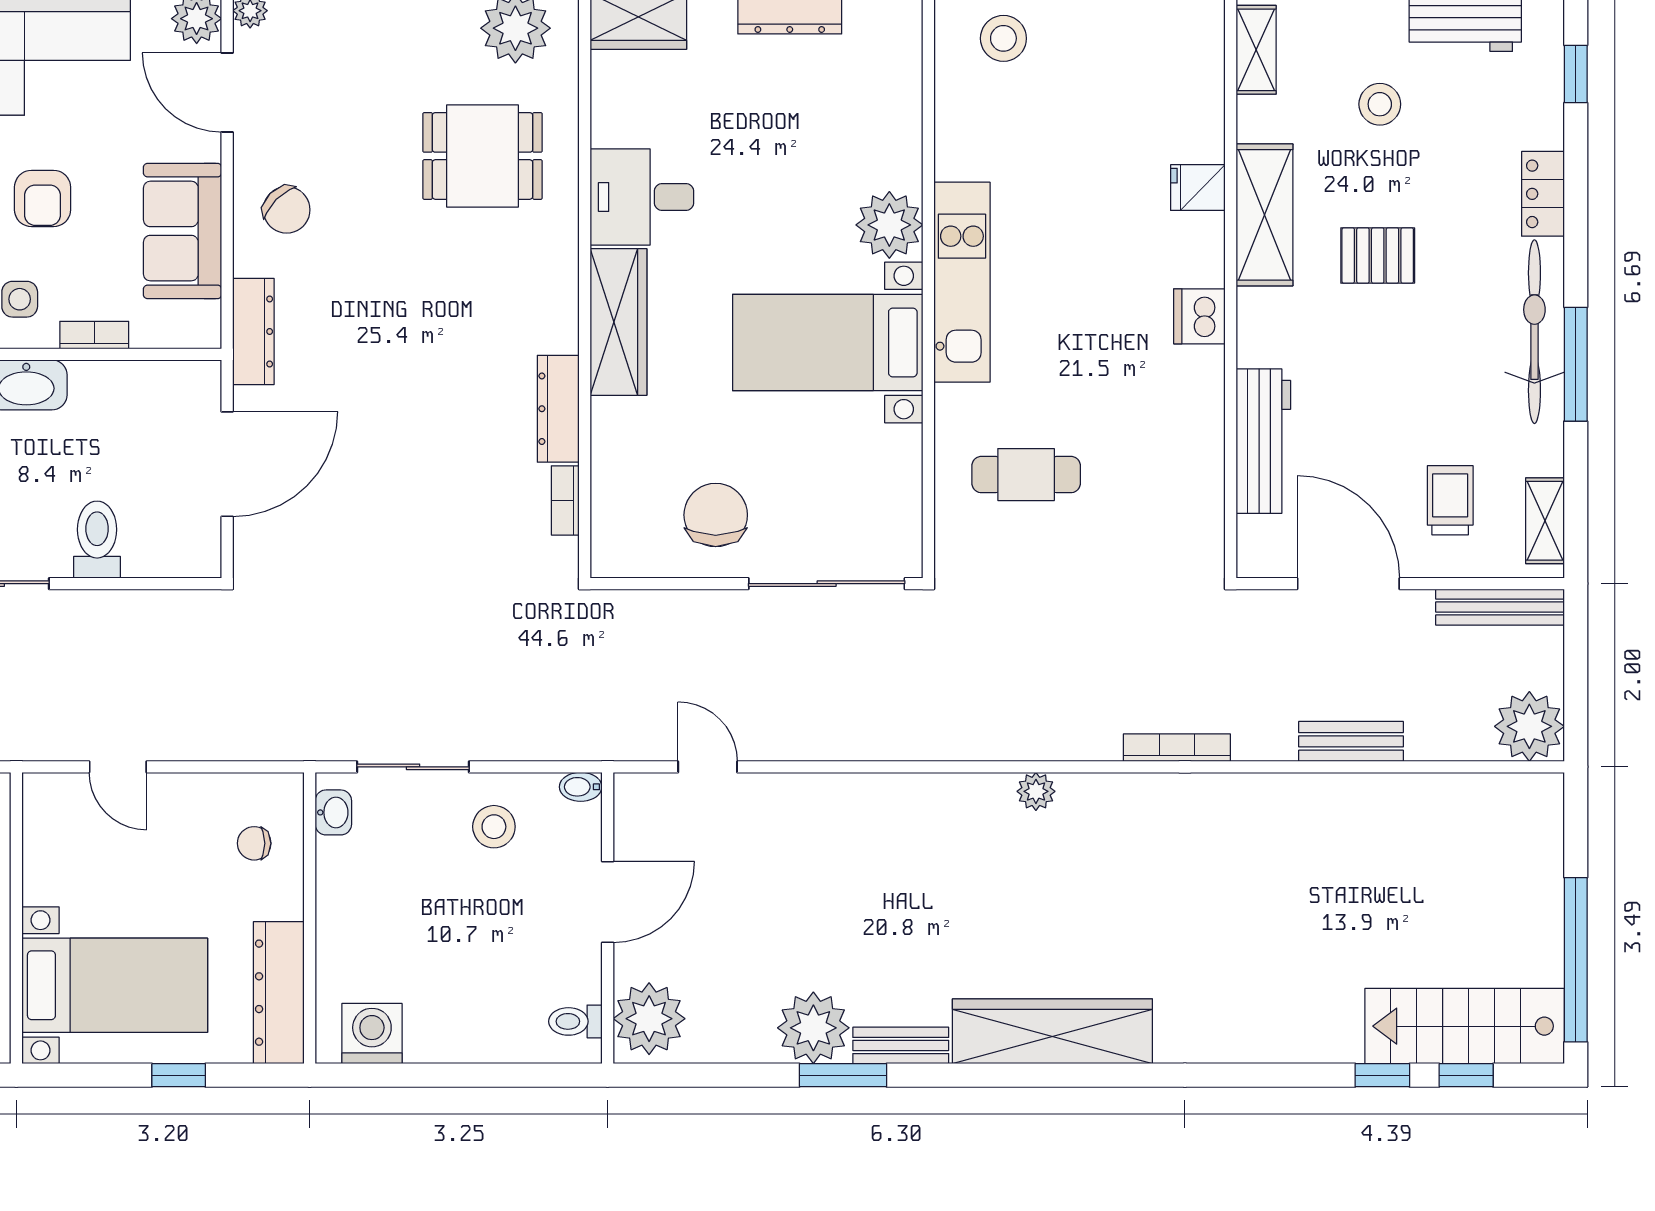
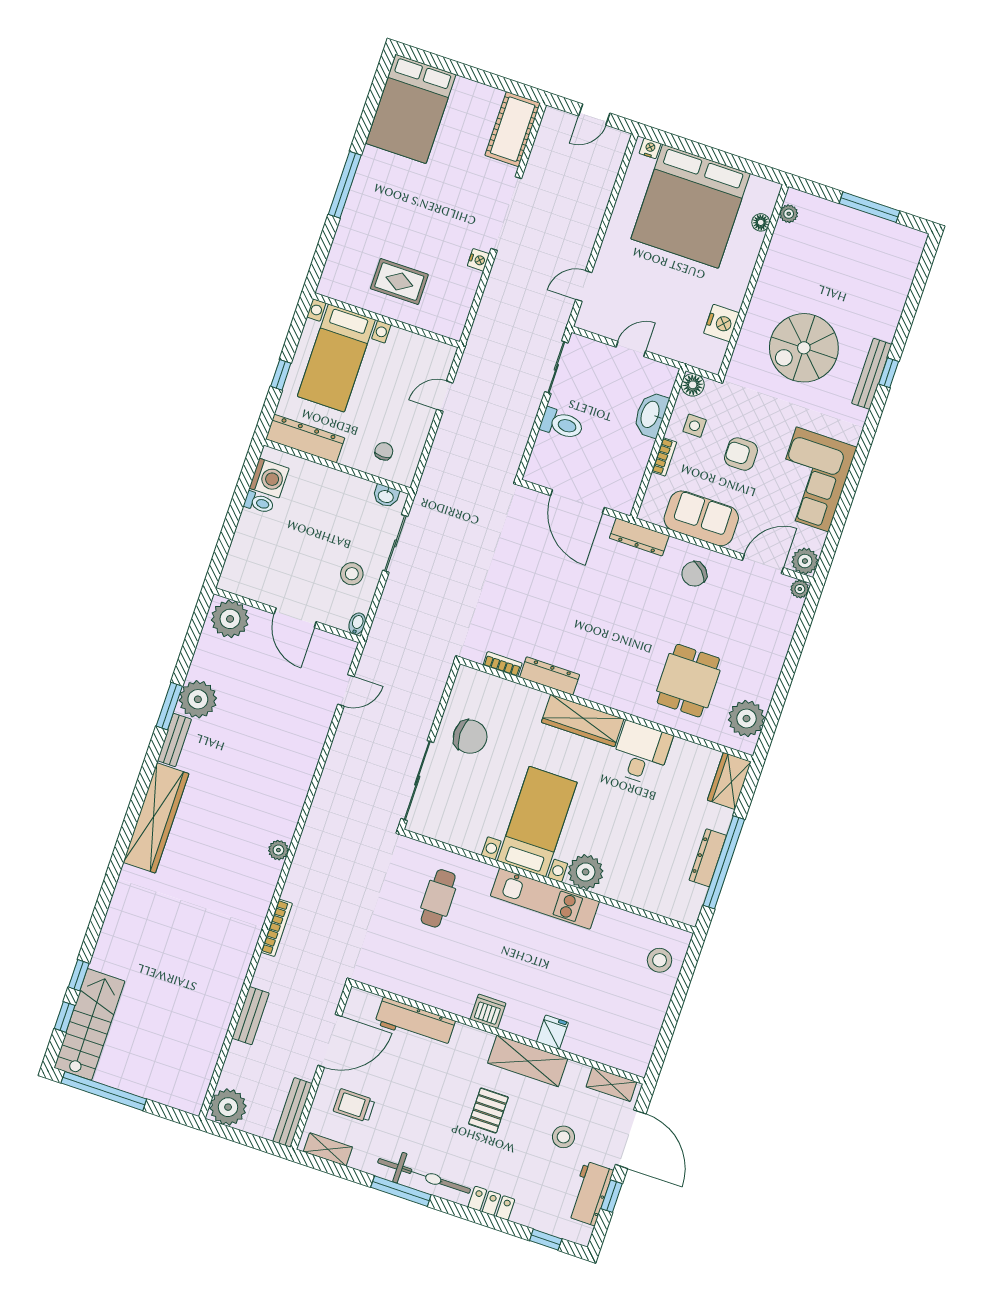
trolley: (1450, 500) -> (354, 1106), turned 180
toilet: (575, 1021) -> (259, 503), moved, turned 90

